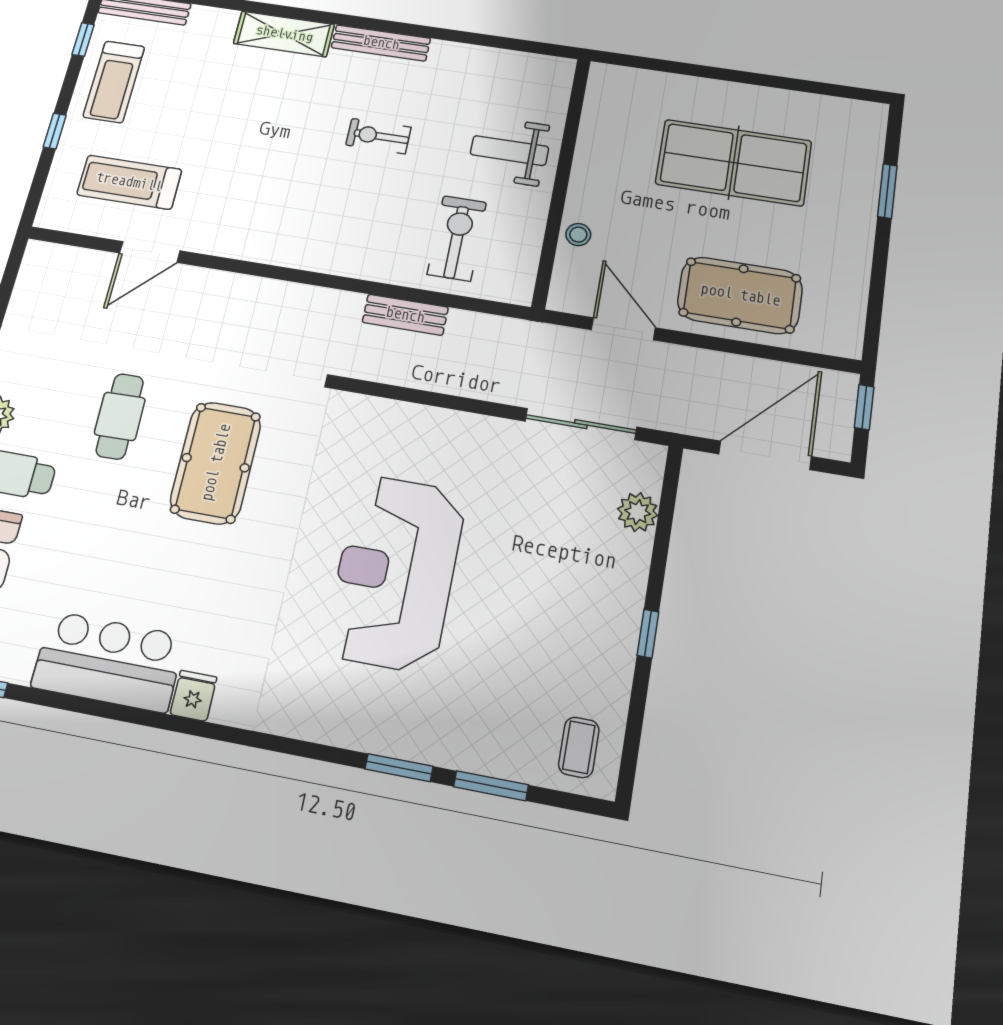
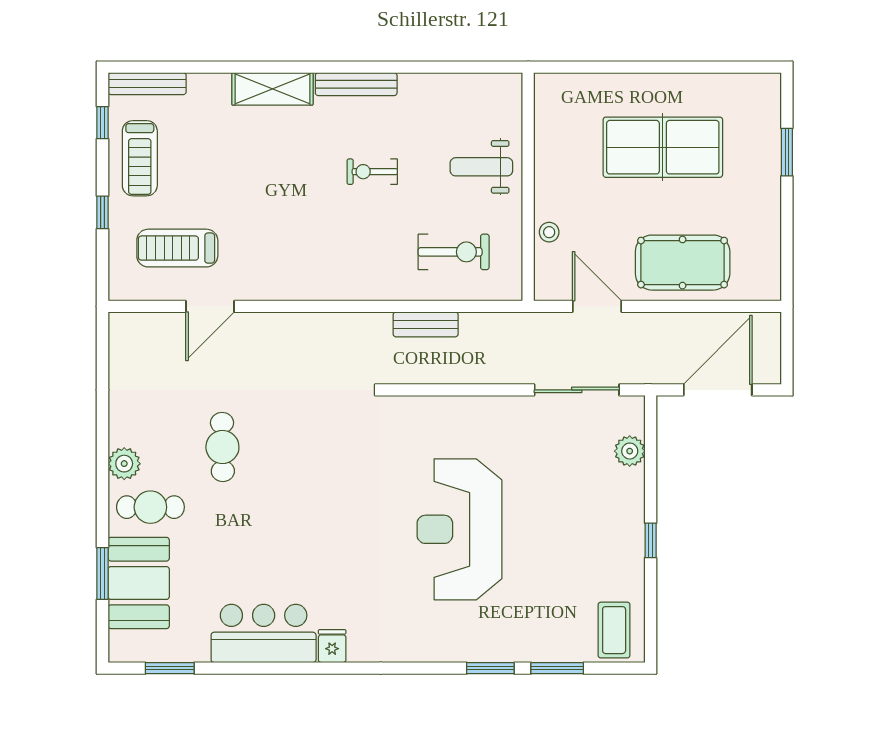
exercise bike: (457, 238) -> (454, 252), turned 90
window: (864, 407) -> (787, 338), removed
pool table: (216, 463) -> (306, 470), removed
coffee table: (579, 747) -> (614, 630), width x1.36, depth x1.30

